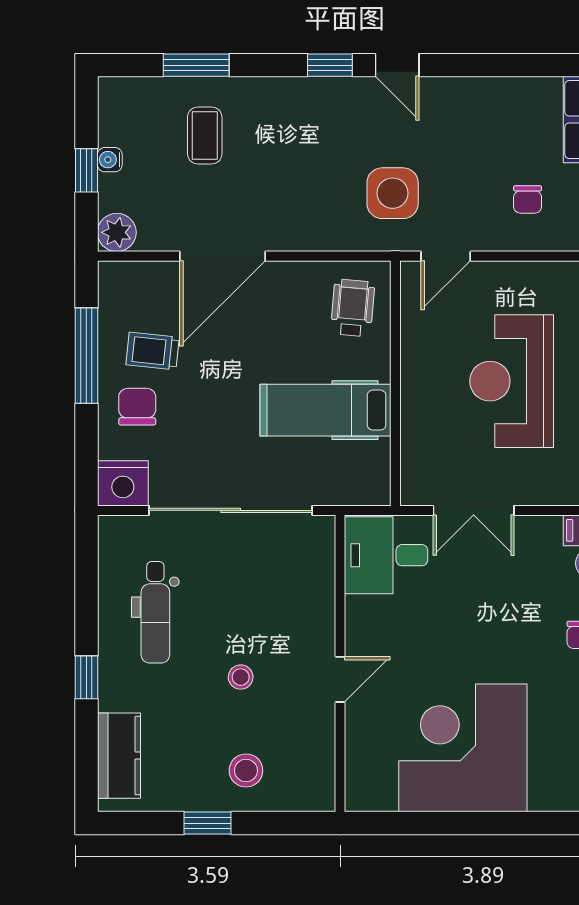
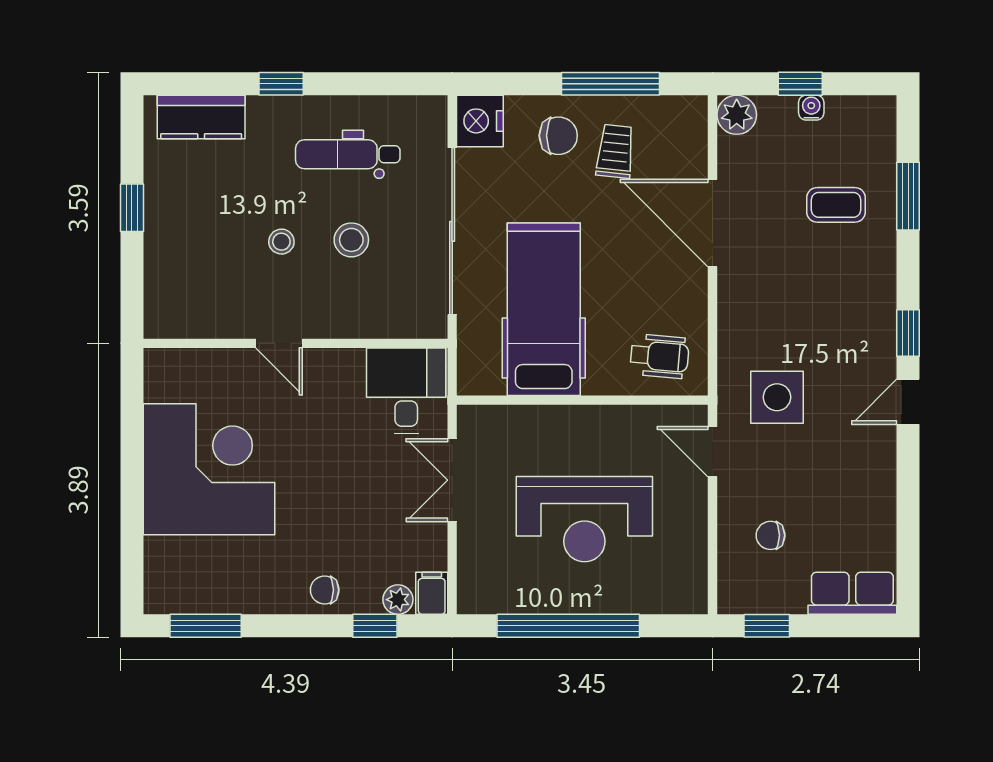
reception desk: (512, 381) -> (584, 519), turned 180
hospital bed: (326, 410) -> (544, 309), width x1.37, depth x1.29
stool: (246, 770) -> (351, 240), moved

